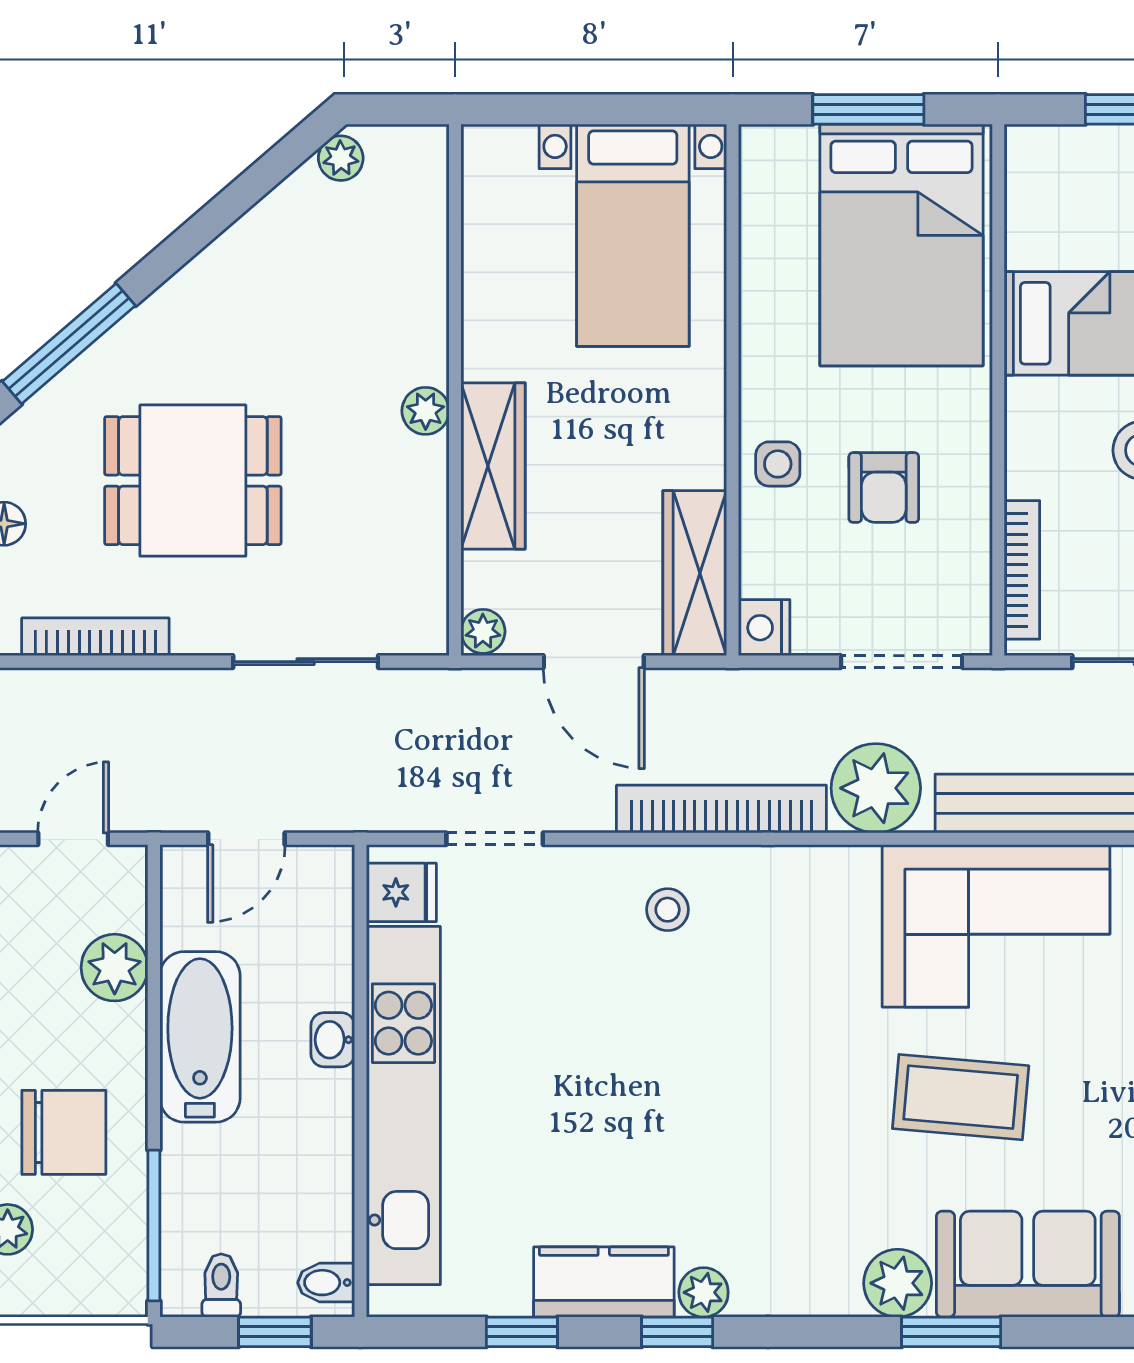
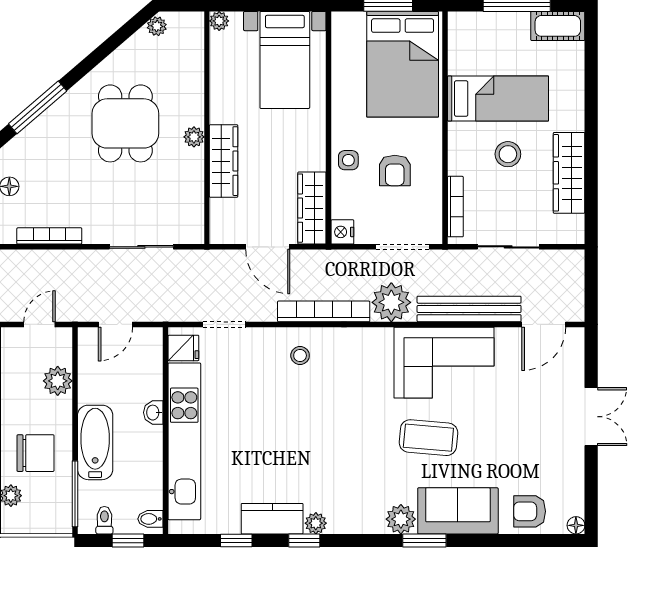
dining table: (193, 481) -> (125, 123), moved, turned 90
plant: (483, 631) -> (219, 21), moved
bathtub: (200, 1037) -> (95, 442), moved

